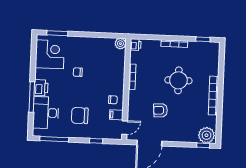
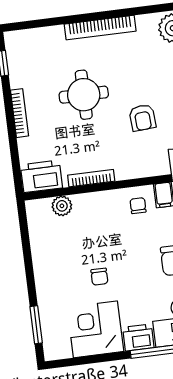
plant: (120, 44) -> (62, 206), moved
printer: (136, 45) -> (41, 176), width x1.87, depth x1.48
corner desk: (50, 54) -> (95, 329), moved

